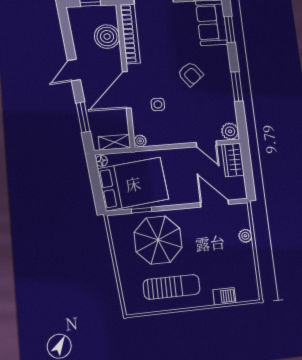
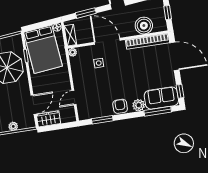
window: (230, 29) -> (158, 111), width x1.44
armchair: (190, 74) -> (120, 106), moved, turned 128
window: (237, 86) -> (102, 120), moved
plant: (230, 131) -> (139, 105), moved
wardrobe: (233, 160) -> (48, 119), moved

